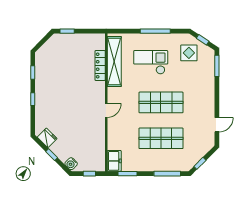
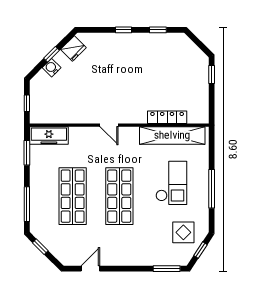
door: (217, 125) -> (90, 269), swing flipped
freezer: (114, 161) -> (49, 135), width x1.40
water cooler: (71, 164) -> (52, 68), moved

